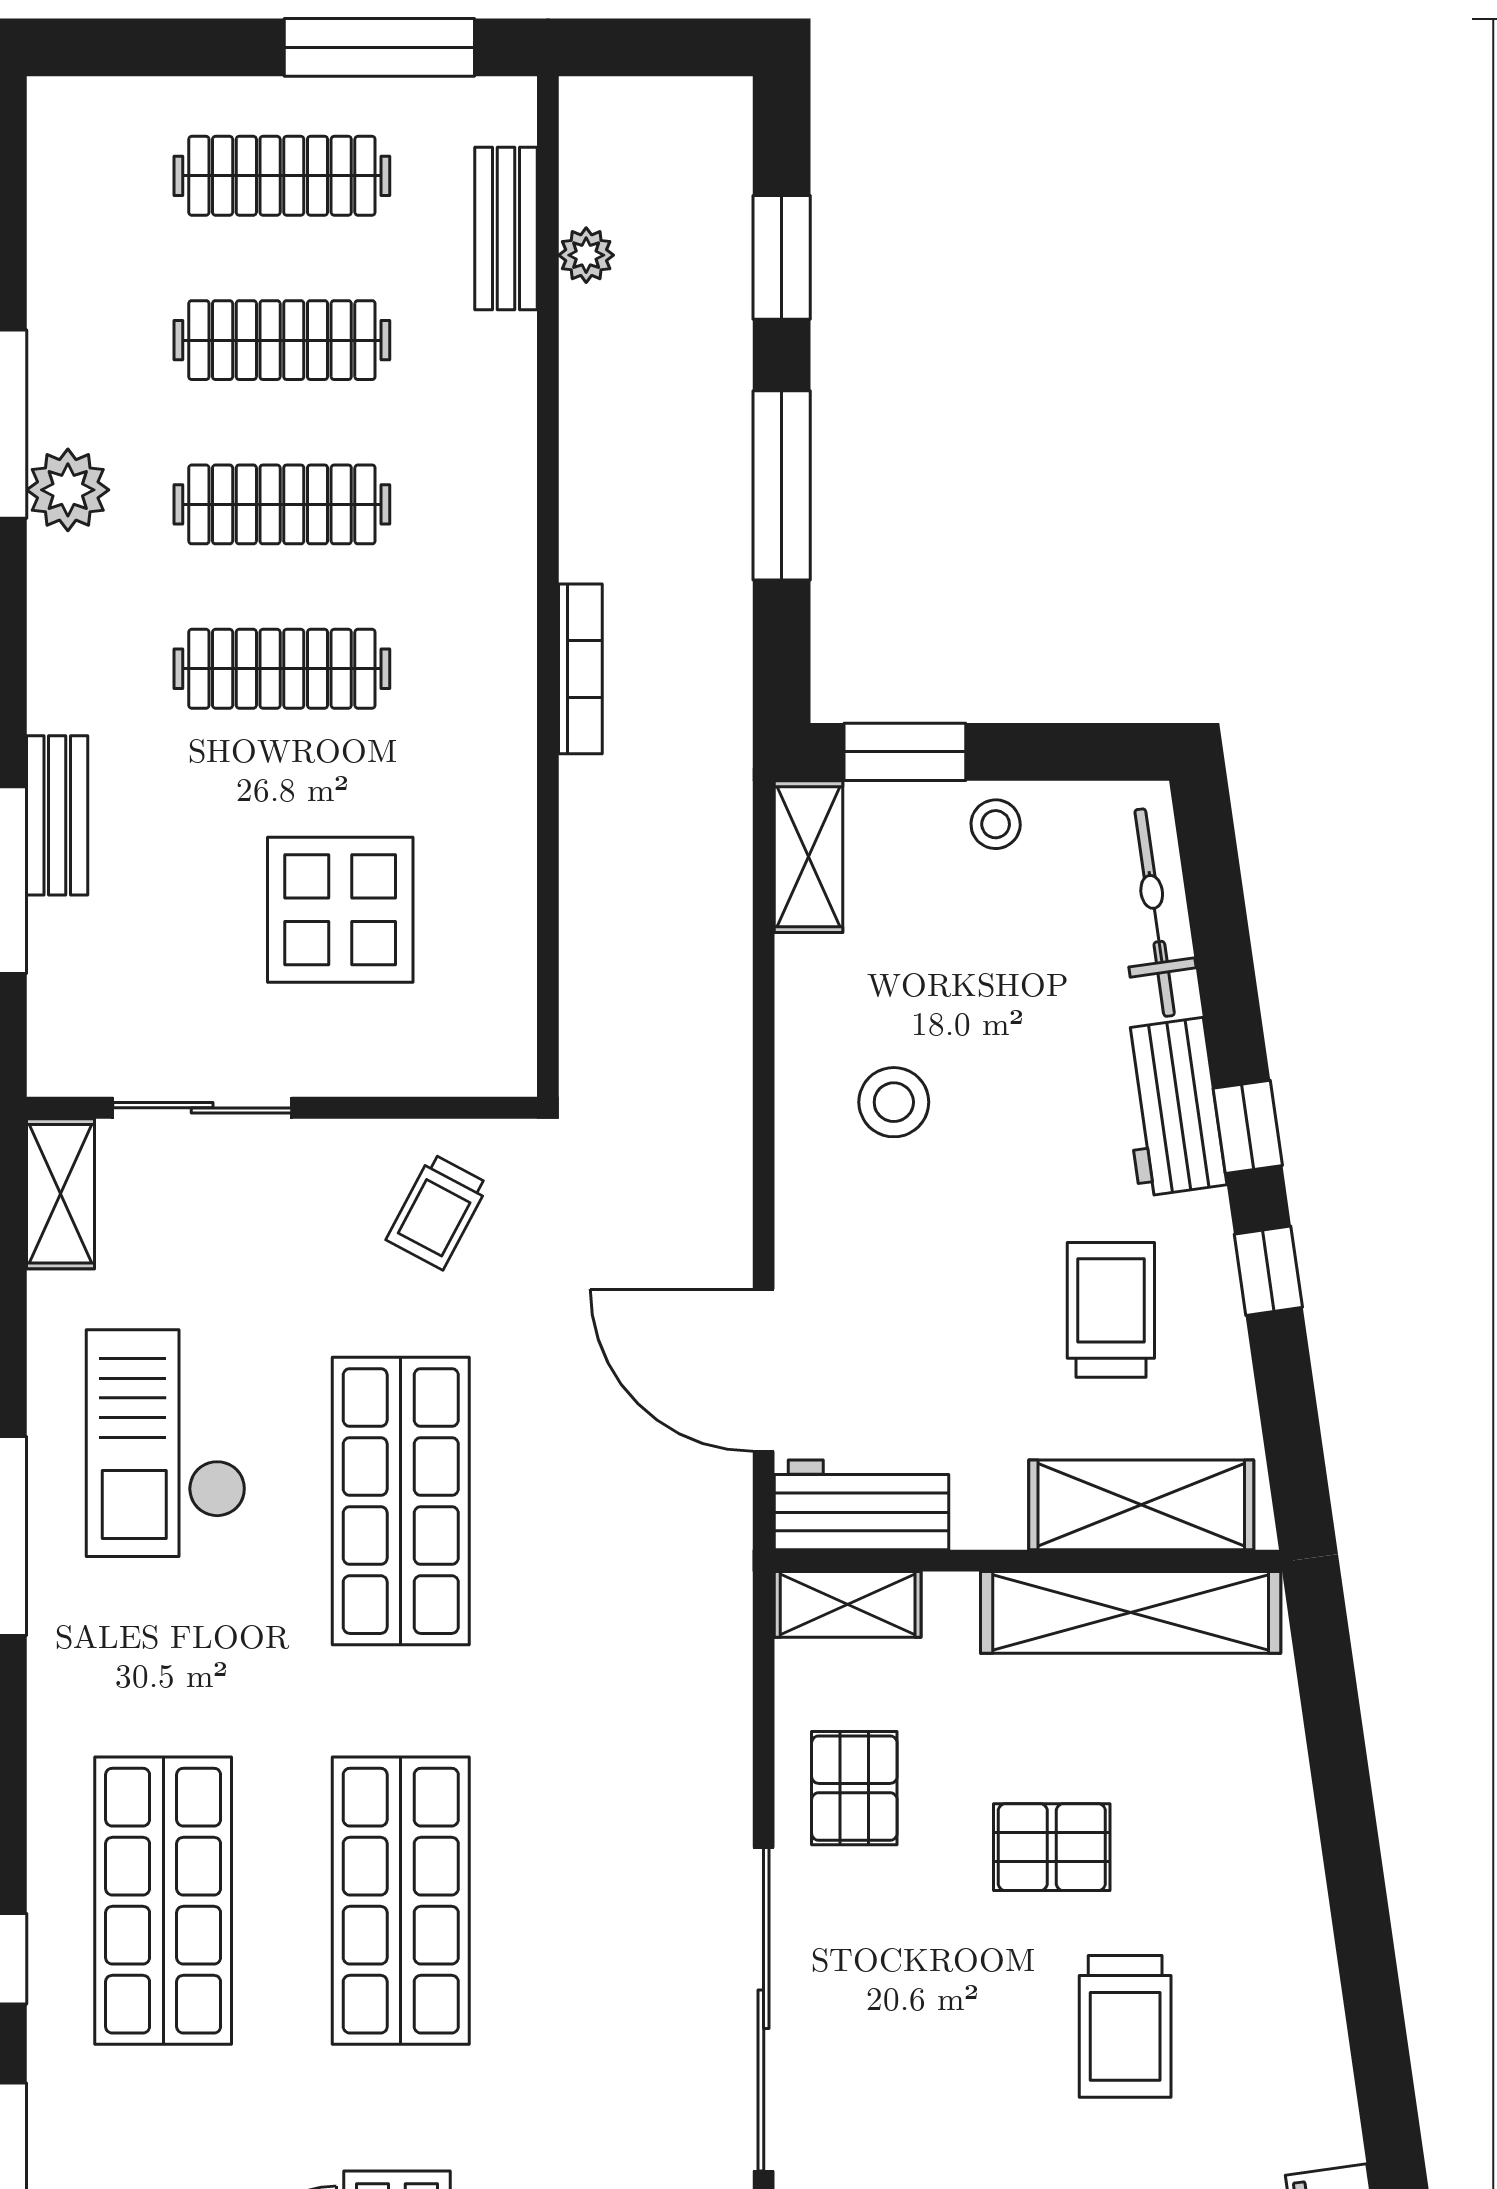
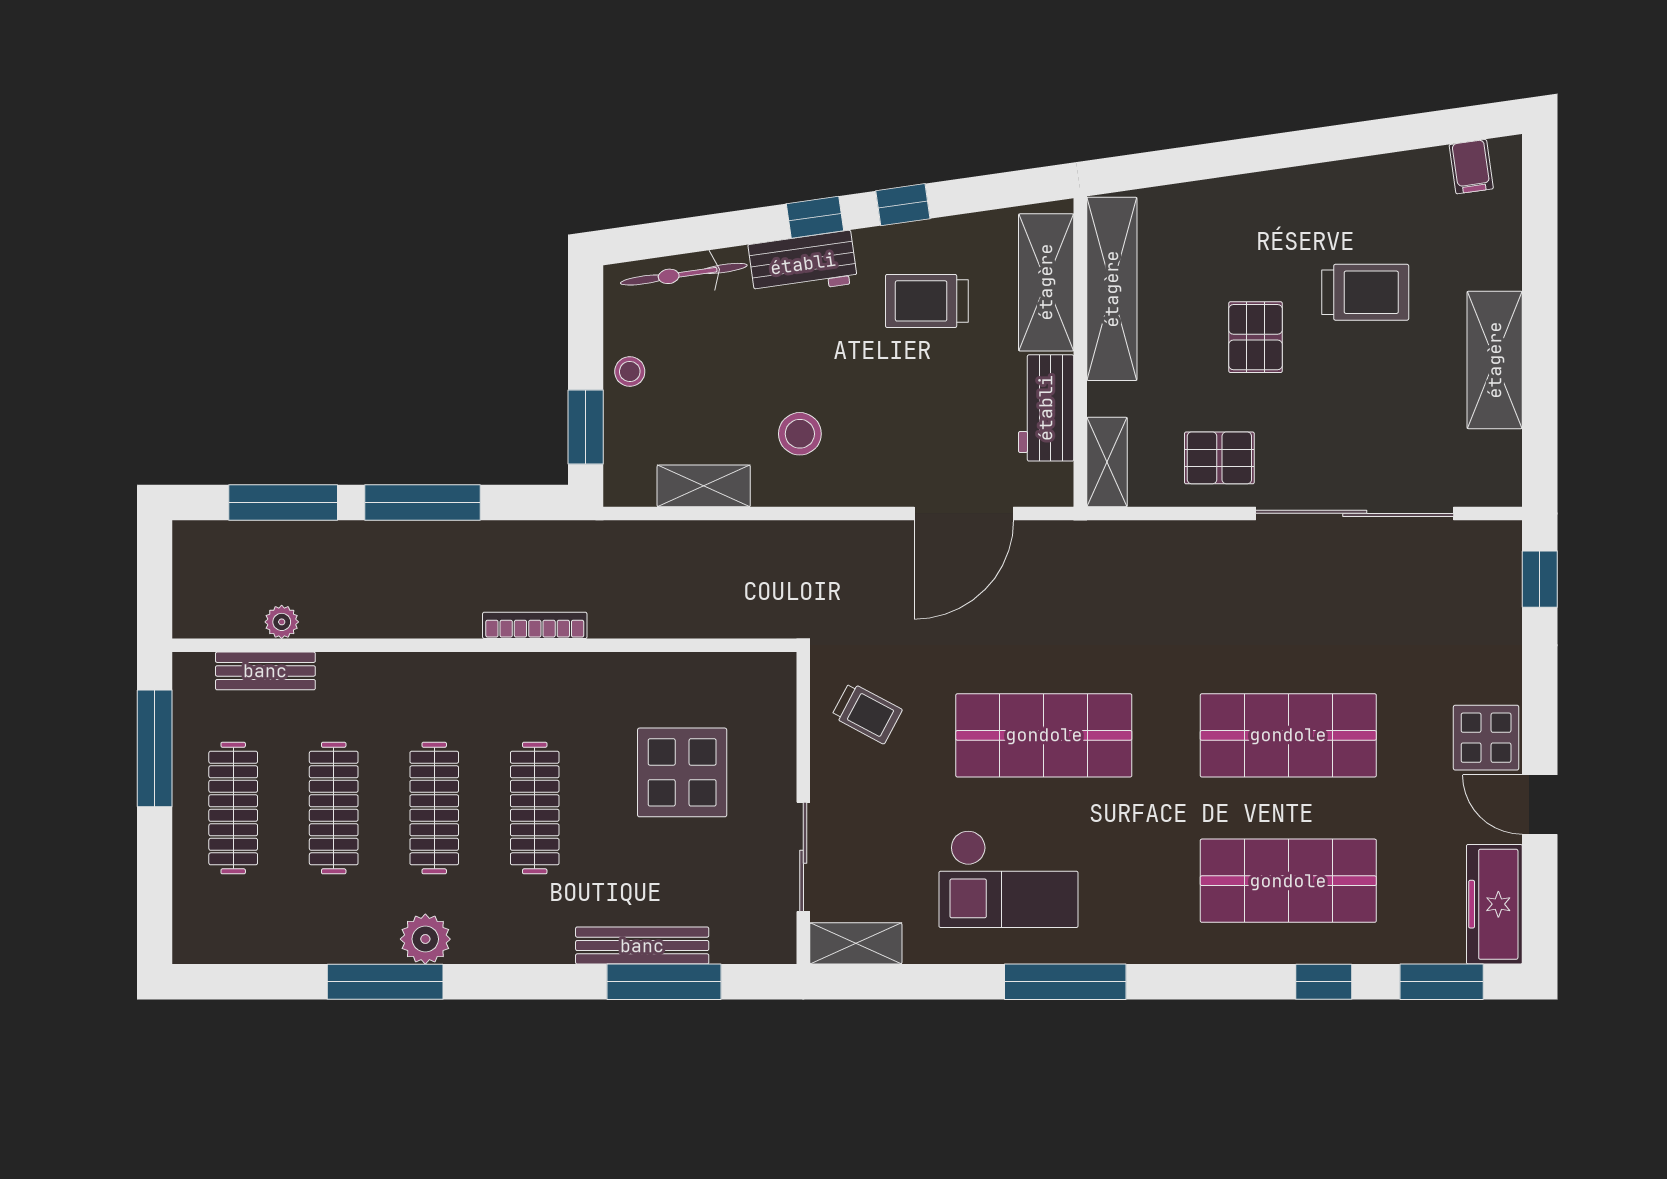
window: (782, 257) -> (283, 502), width x1.44
bench: (57, 815) -> (642, 946), width x1.36
shelving: (809, 857) -> (704, 486), moved
workbench: (861, 1505) -> (1046, 408), moved

